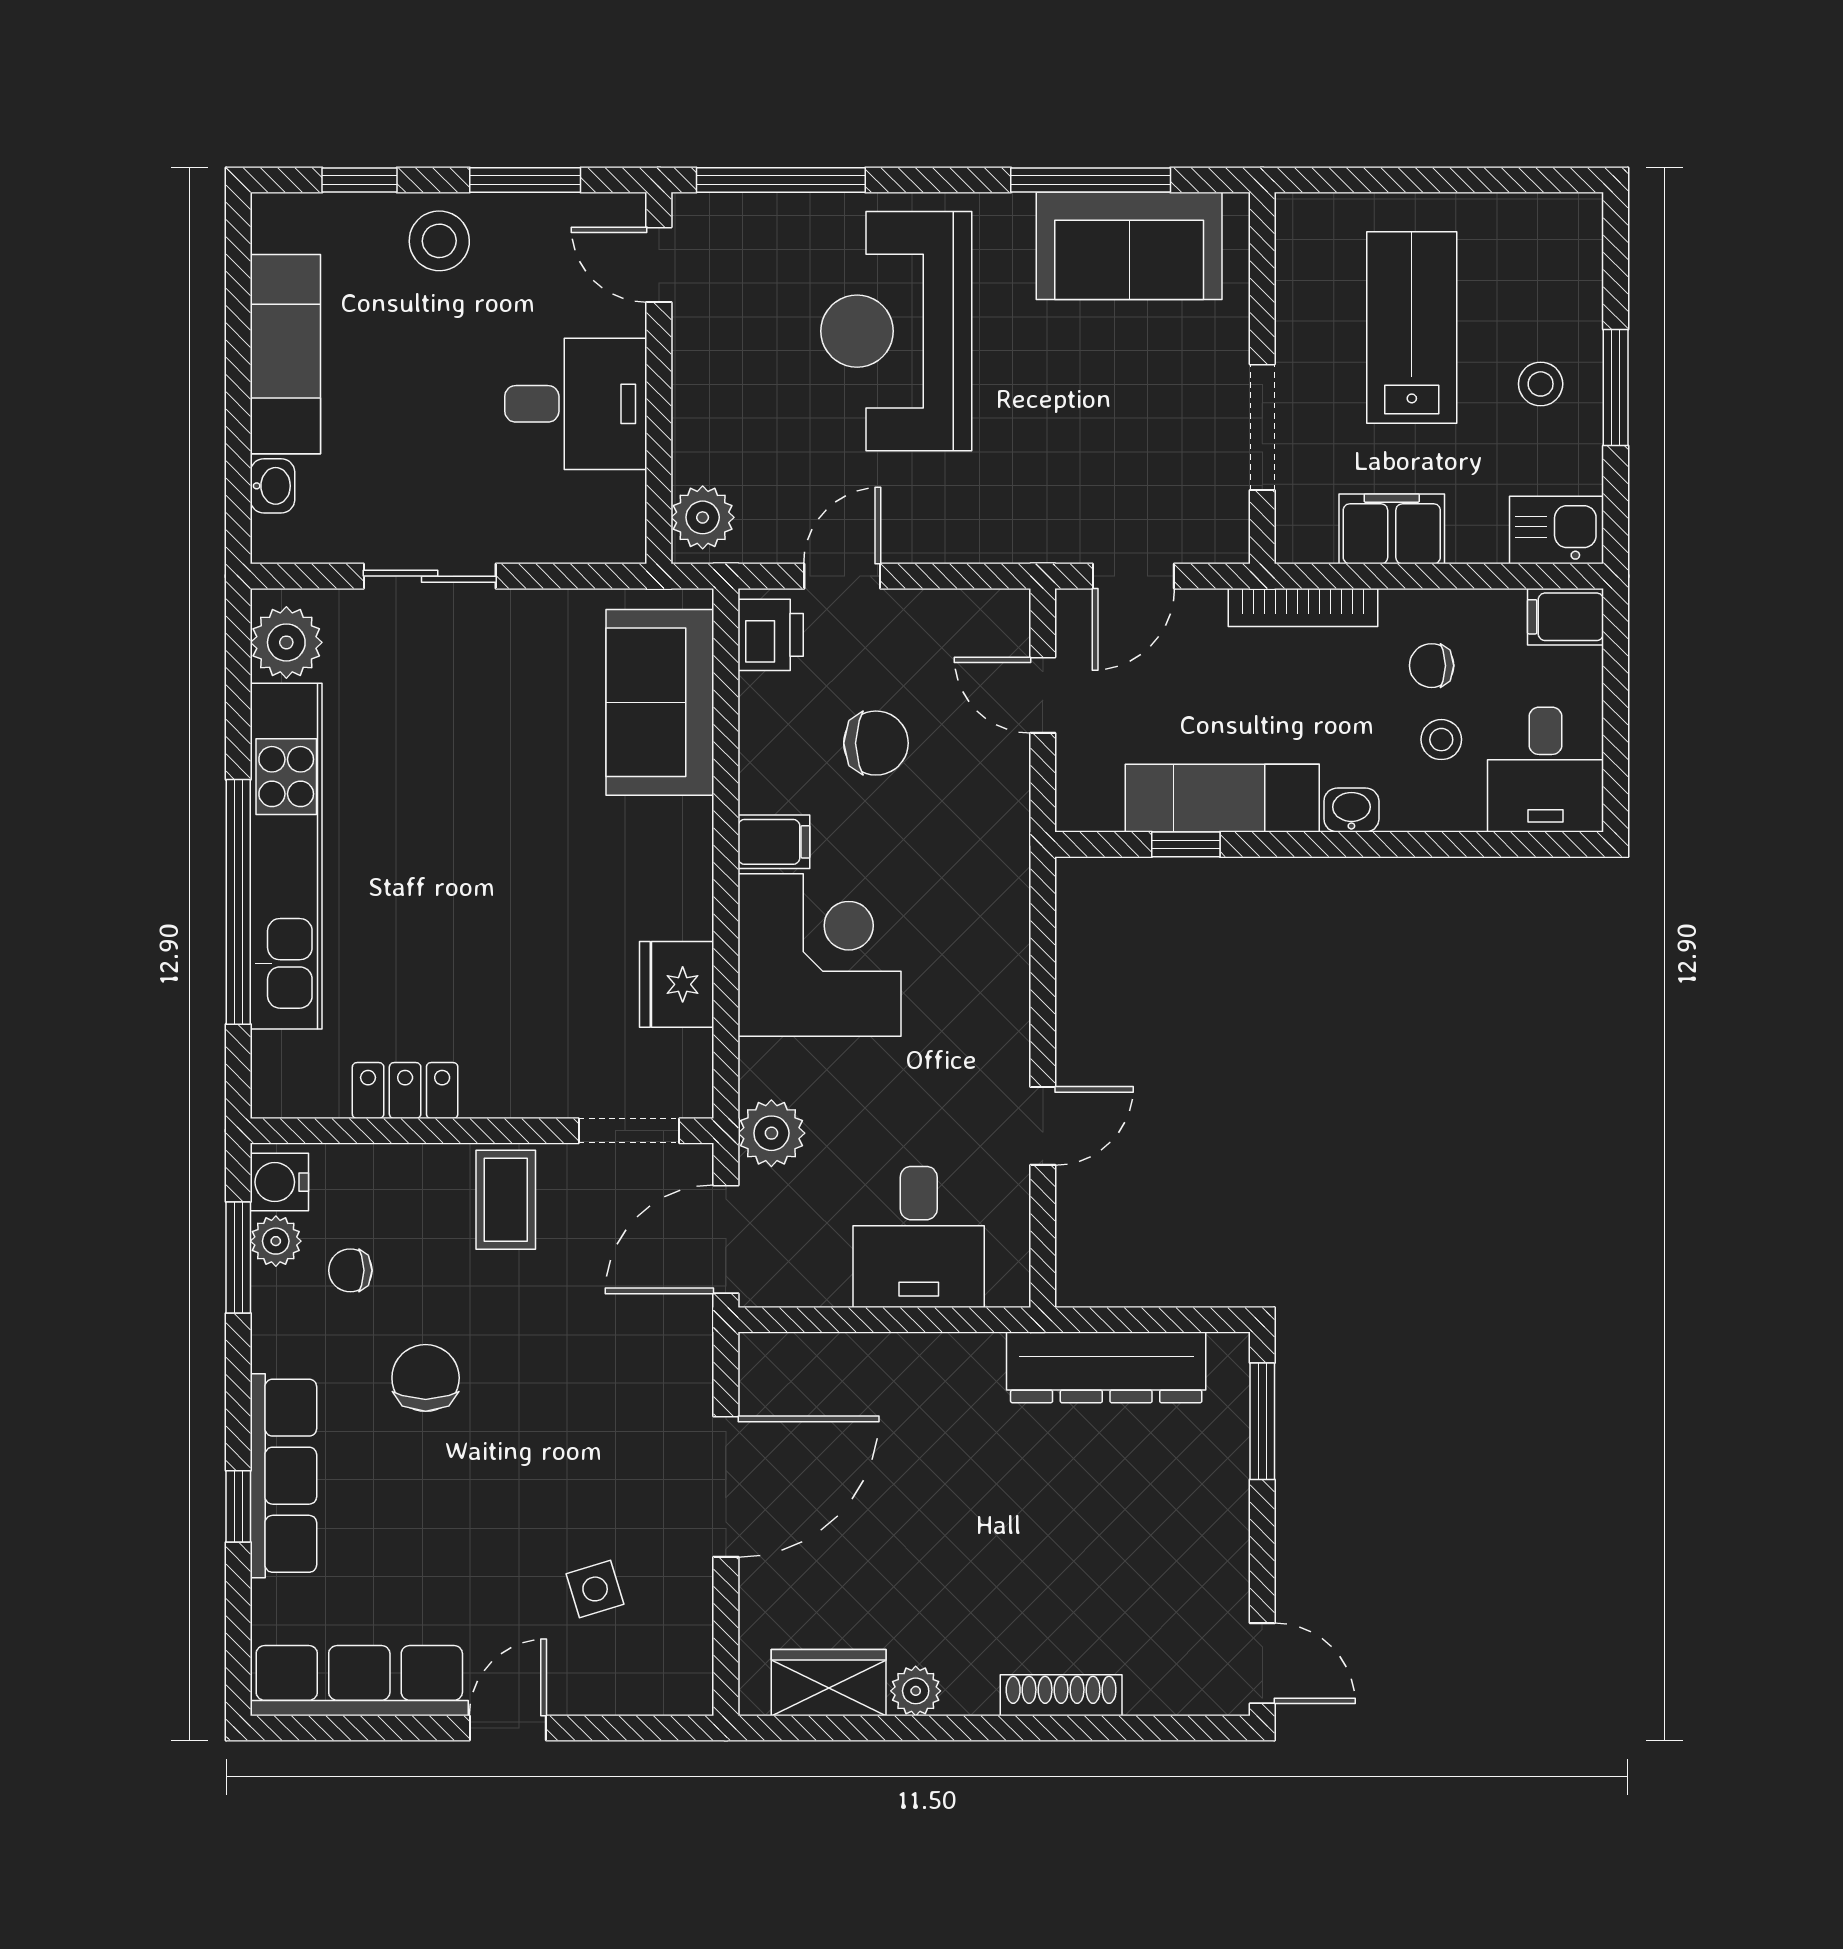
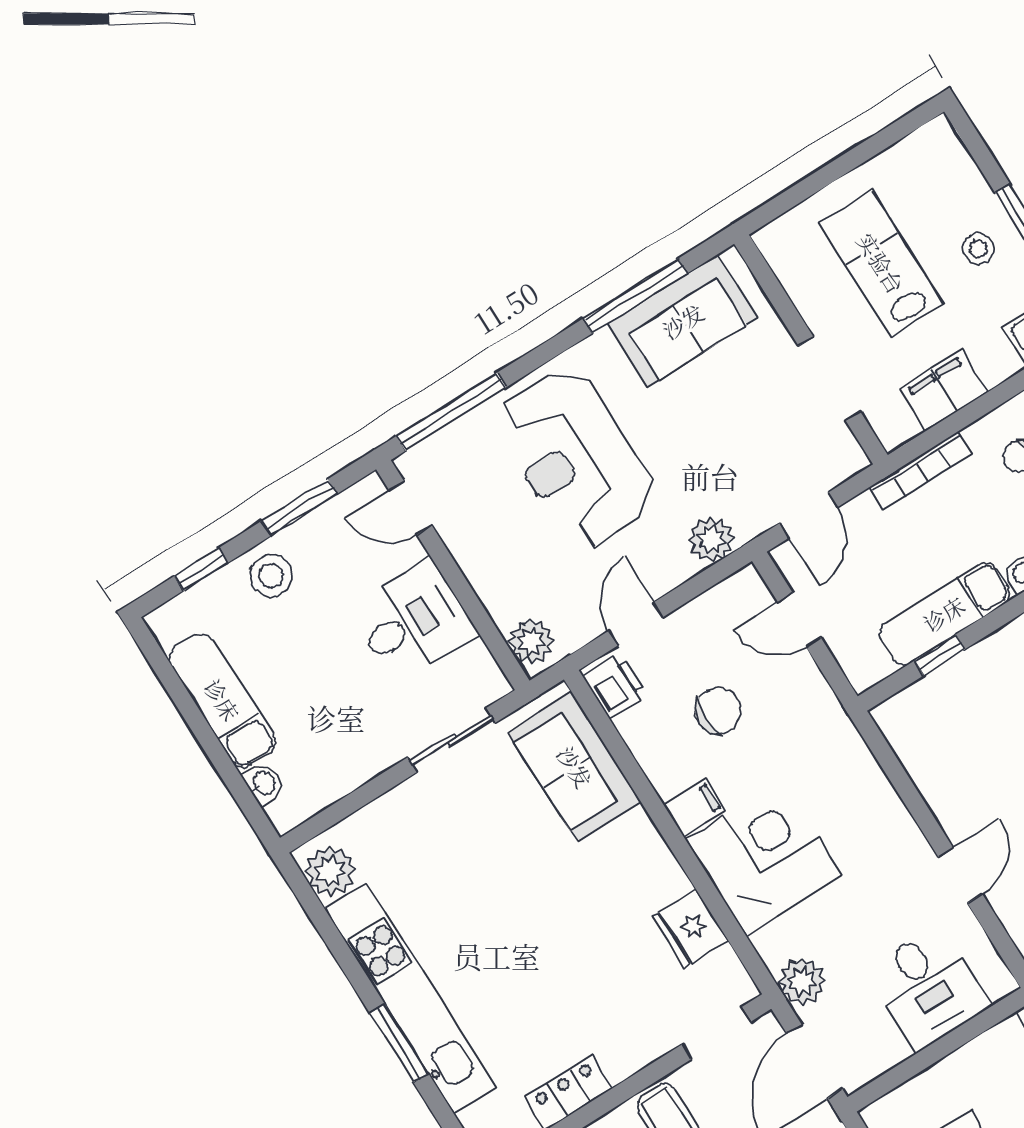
plant: (997, 531) -> (711, 539), added
sliding door: (430, 576) -> (451, 740), moved
window: (238, 902) -> (399, 1043), width x0.47

